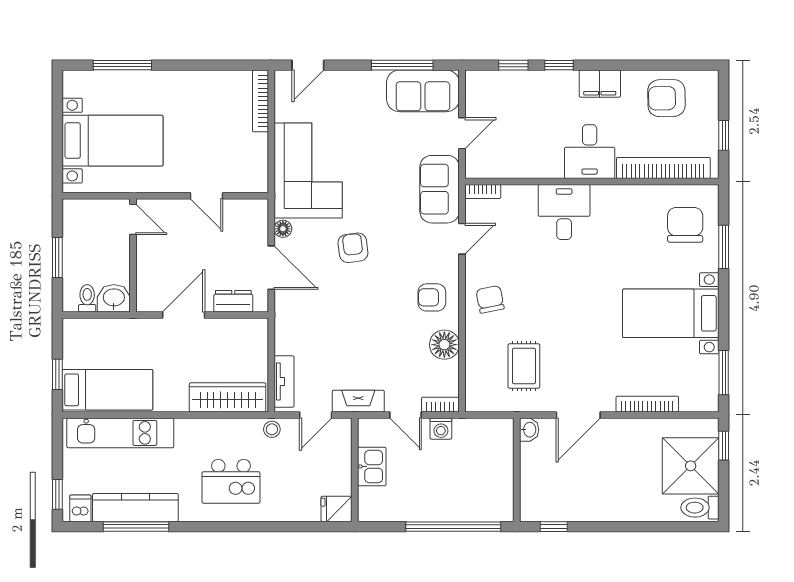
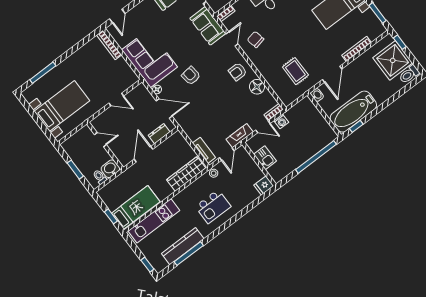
door: (133, 219) -> (100, 140), moved
chair: (490, 299) -> (256, 39), moved
bathtub: (567, 500) -> (353, 112), added
dishwasher: (80, 508) -> (161, 263), removed

